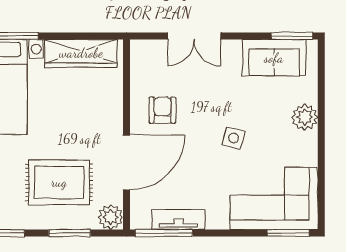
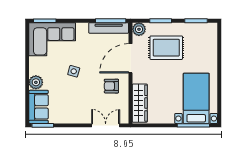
double door: (194, 36) -> (106, 125), moved
wardrobe: (81, 53) -> (140, 103), moved, turned 90
sofa: (274, 58) -> (39, 107), moved, turned 90
armchair: (162, 110) -> (111, 86), turned 90
tv unit: (178, 220) -> (109, 28), width x1.41

